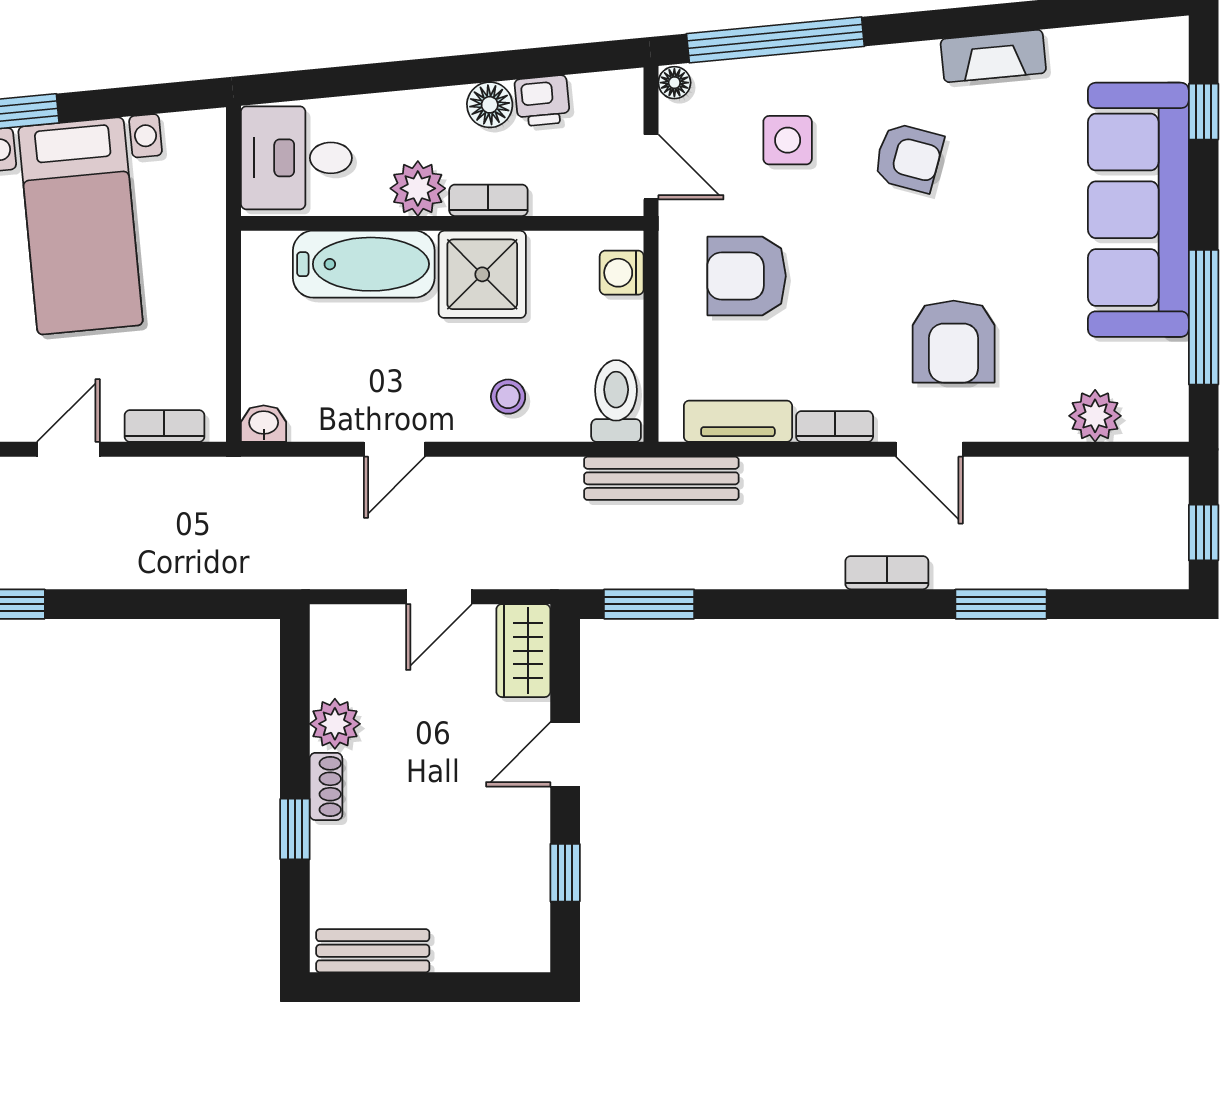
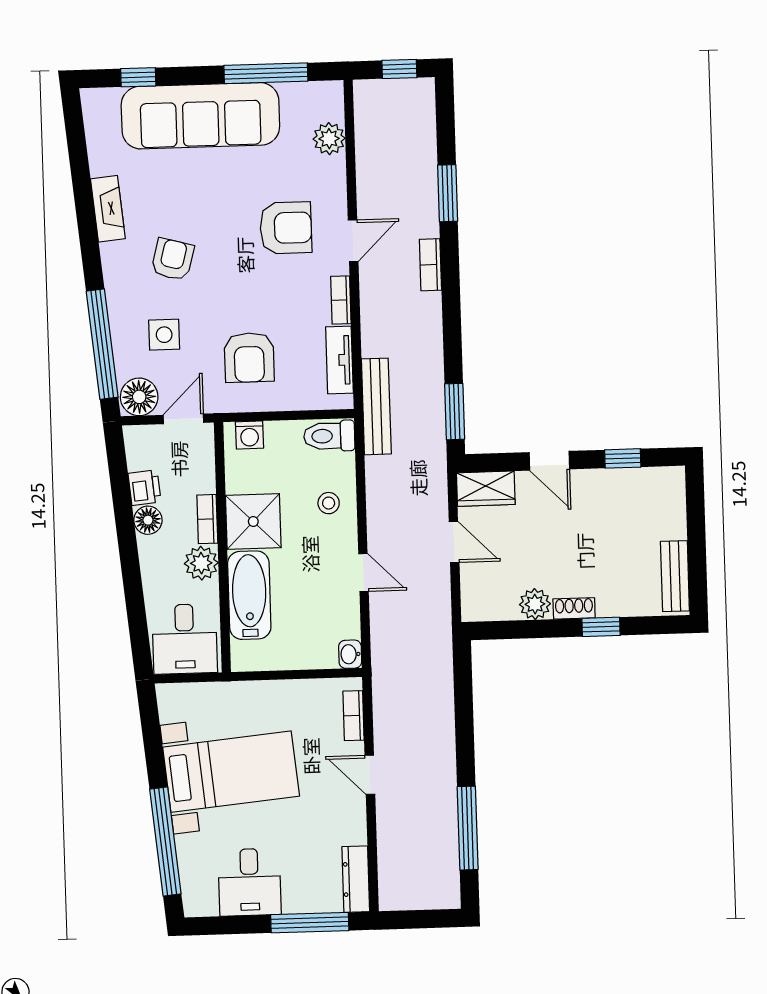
floor lamp: (674, 83) -> (139, 397), width x1.89, depth x1.89

